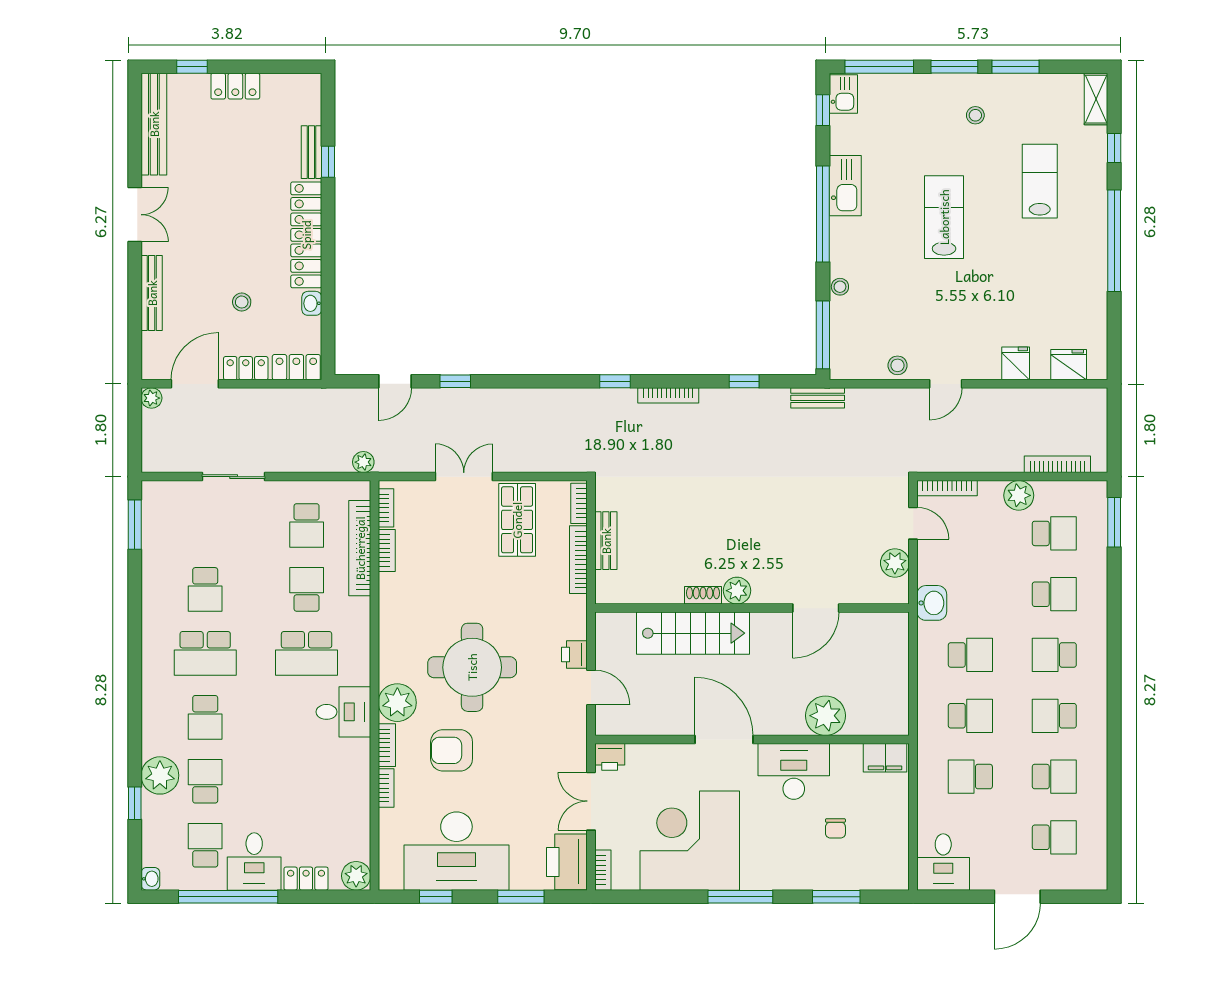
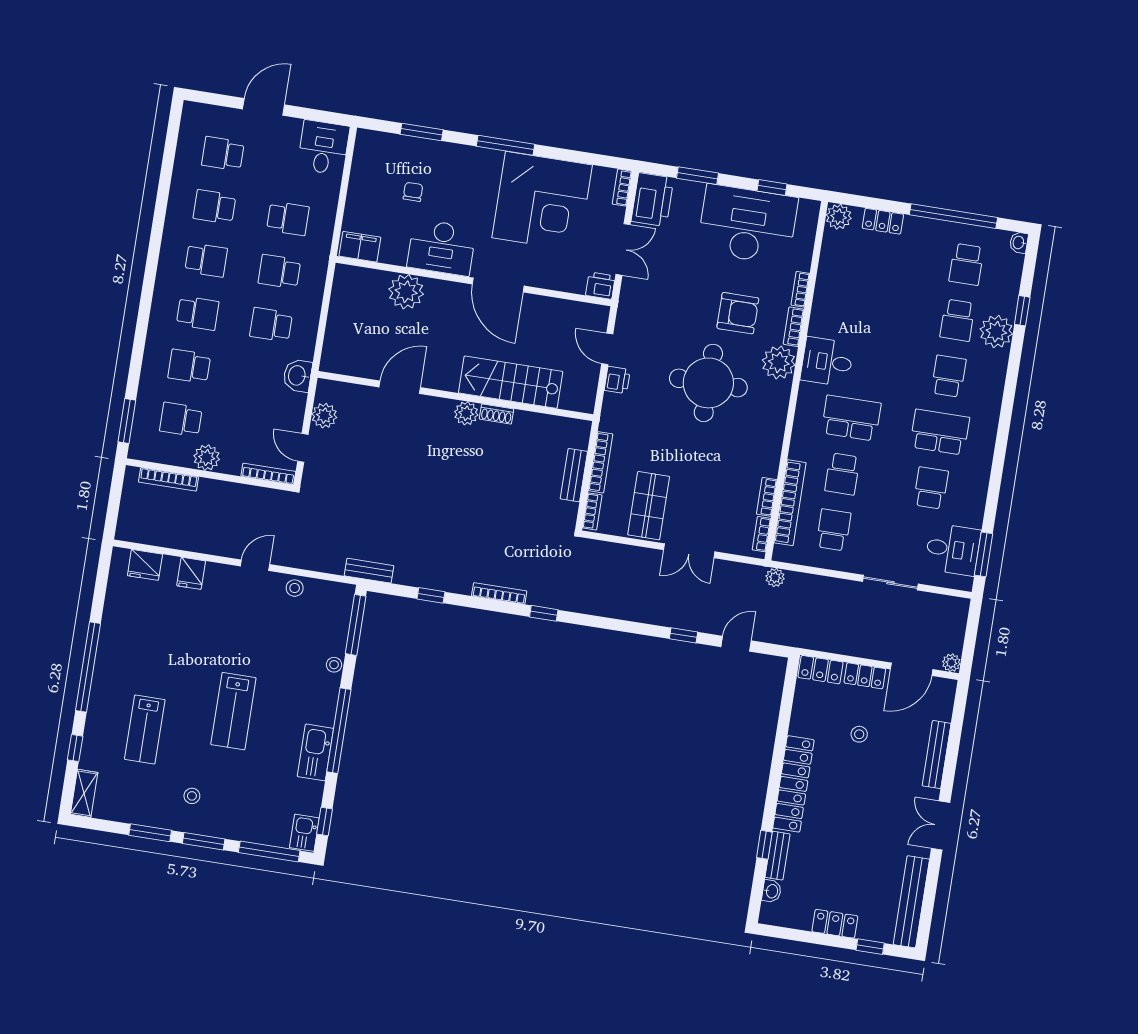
washbasin: (312, 303) -> (772, 891), moved
desk: (254, 861) -> (953, 549), moved, turned 90

